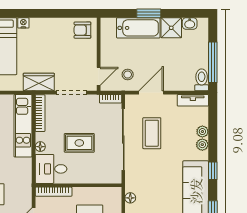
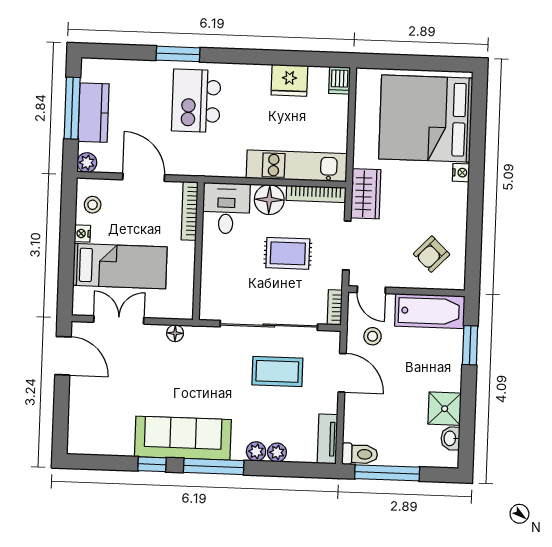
window: (149, 13) -> (470, 345), moved
bathtub: (138, 28) -> (430, 311), moved, turned -90
armchair: (82, 30) -> (432, 254), moved, turned -136
rug: (79, 143) -> (288, 253), moved, turned 90
floor lamp: (40, 147) -> (269, 200), width x1.89, depth x1.89
window: (213, 171) -> (214, 467), width x2.17

